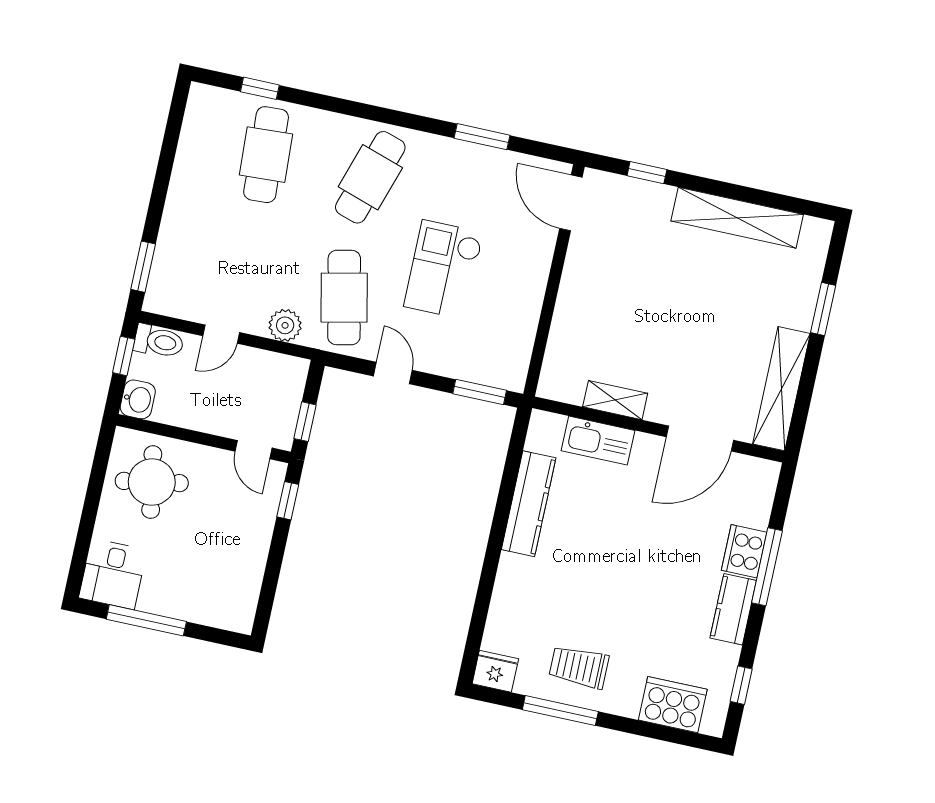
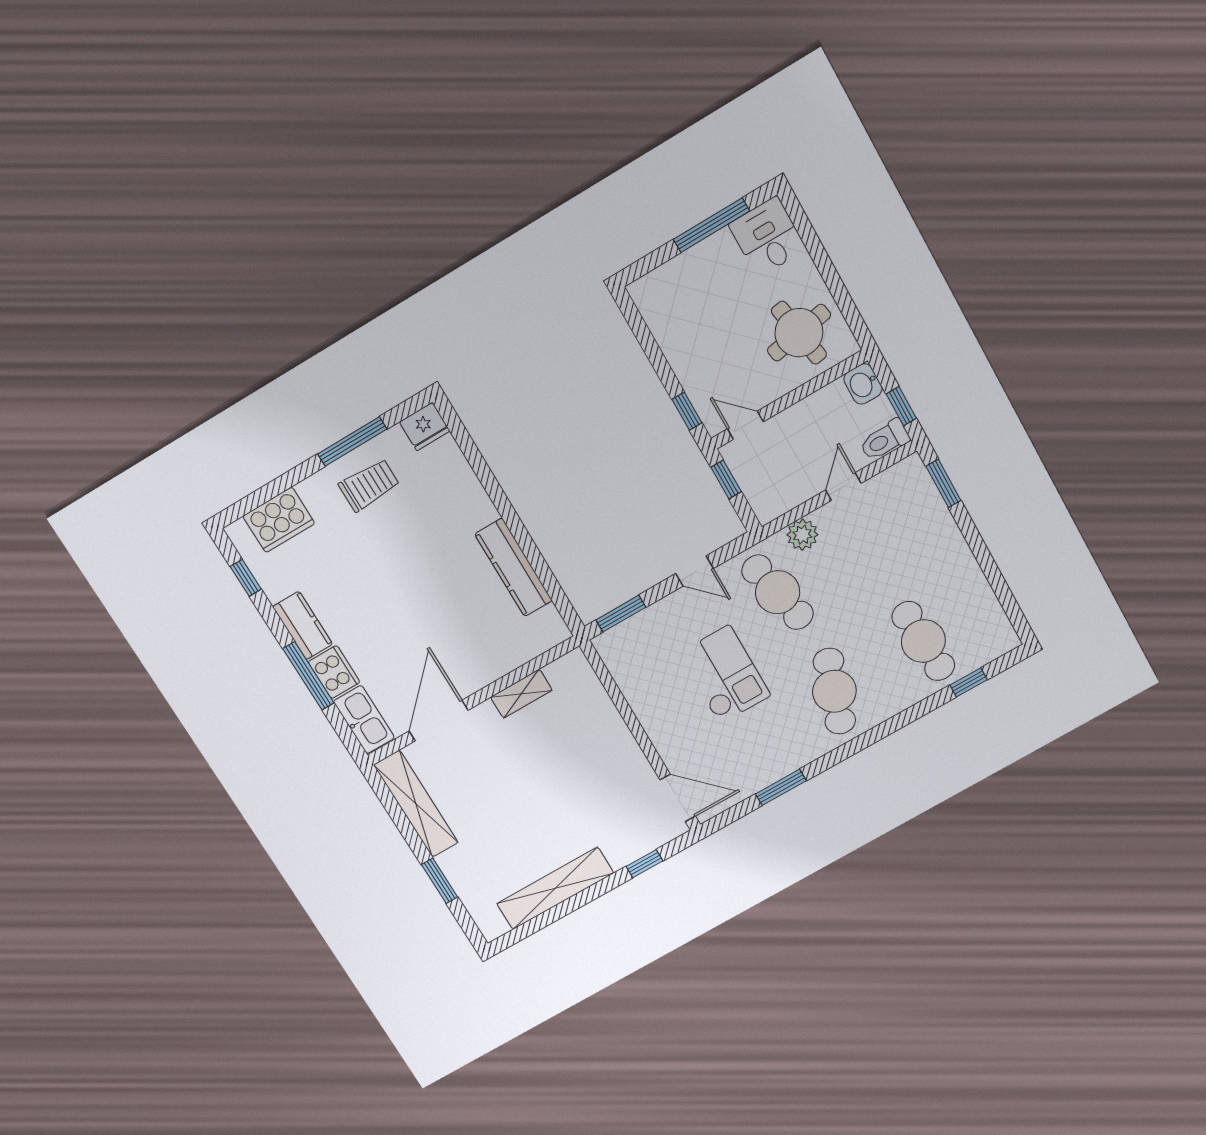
kitchen sink: (598, 441) -> (364, 720), moved, turned 90

